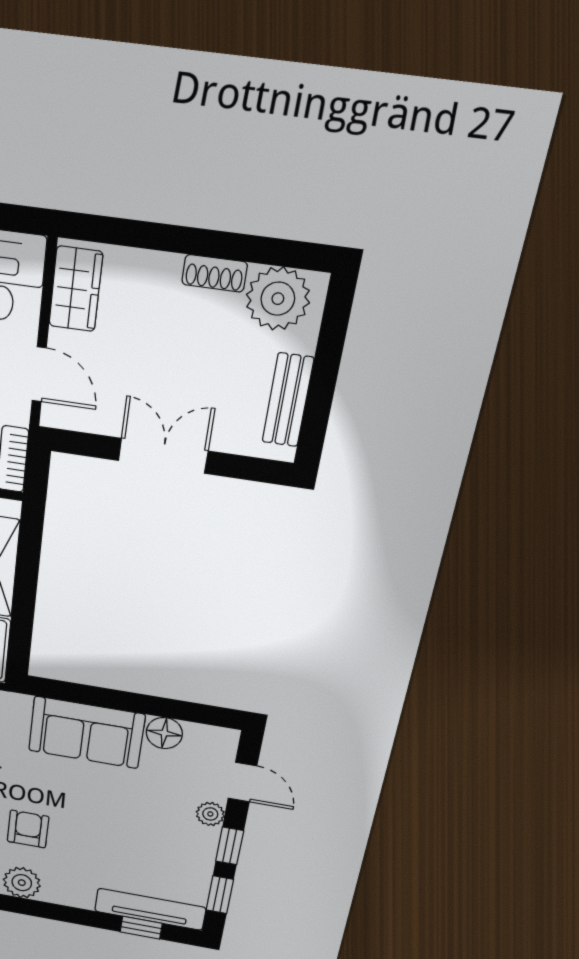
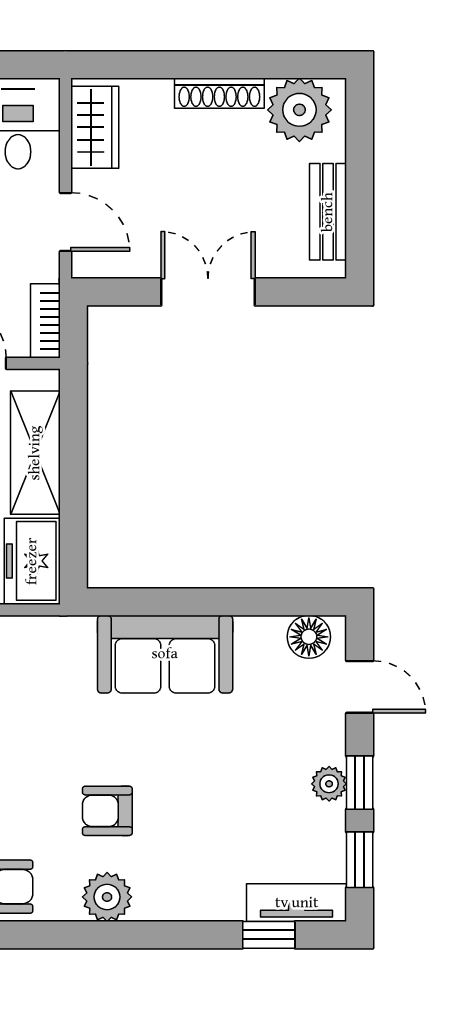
shoe rack: (215, 273) -> (219, 93), width x1.43
floor lamp: (164, 733) -> (309, 637), moved
plant: (210, 814) -> (329, 784), moved
armchair: (28, 829) -> (107, 811), turned -90
tv unit: (150, 909) -> (297, 903), width x0.71

